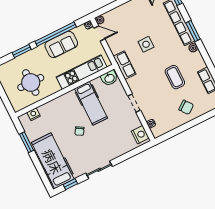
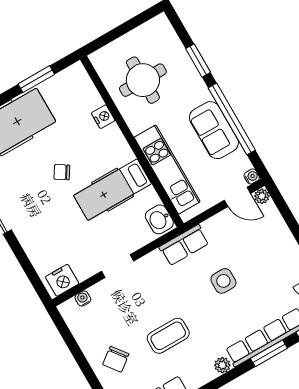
window: (193, 31) -> (269, 353), moved
door: (99, 34) -> (237, 197), hinge flipped
nightstand: (34, 114) -> (103, 117), moved

